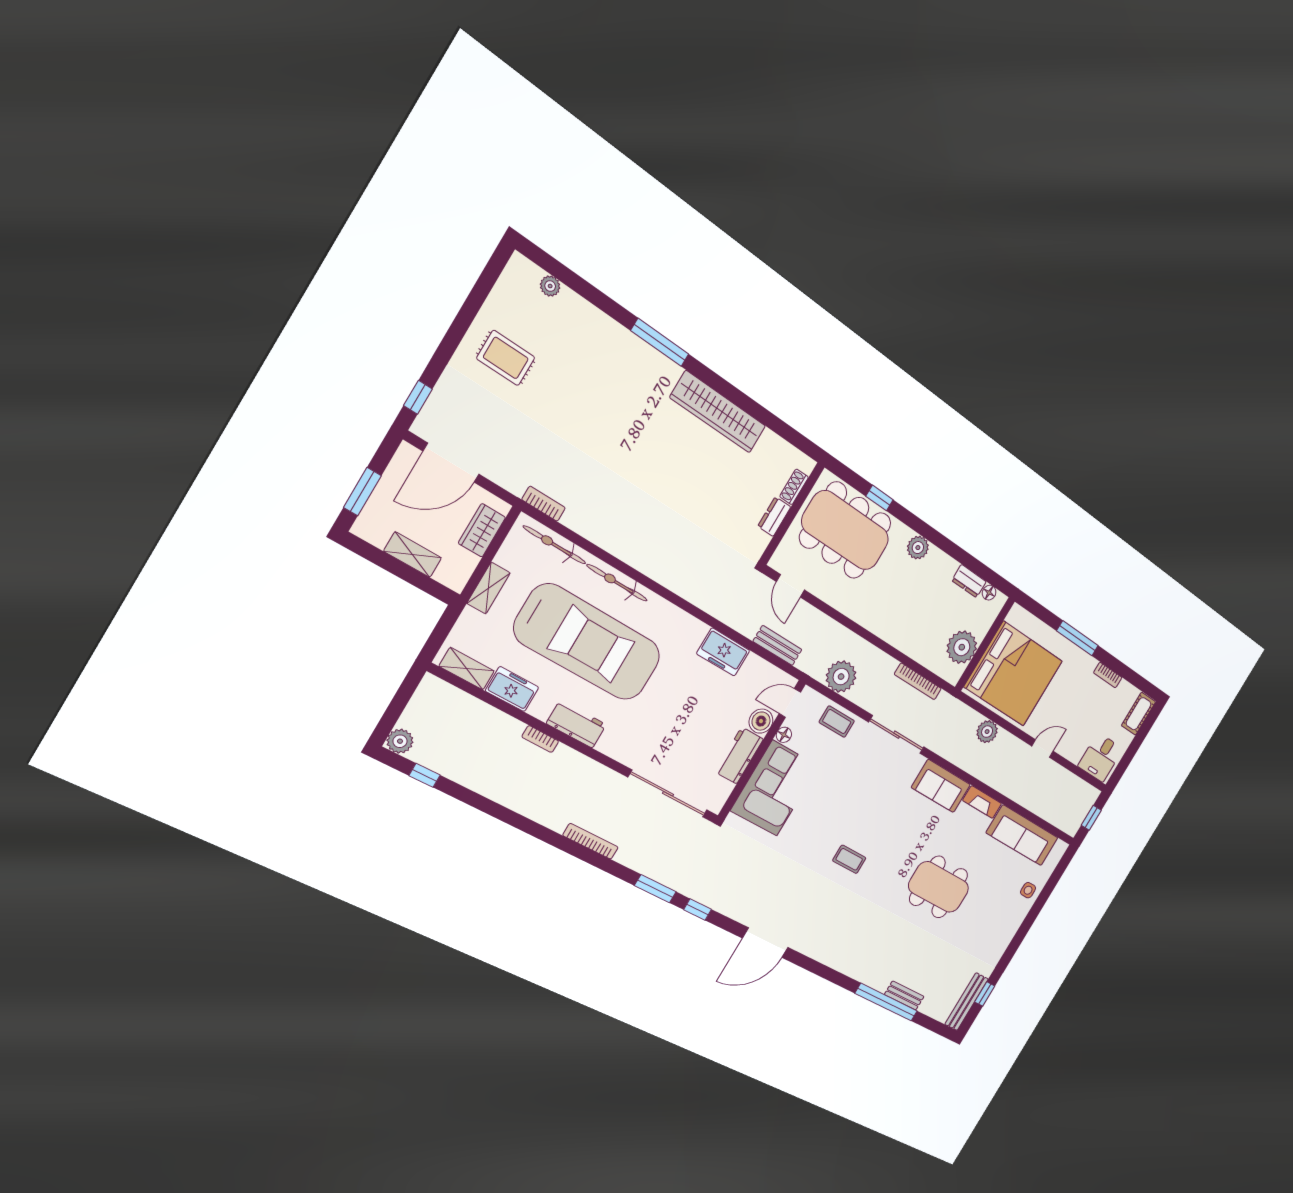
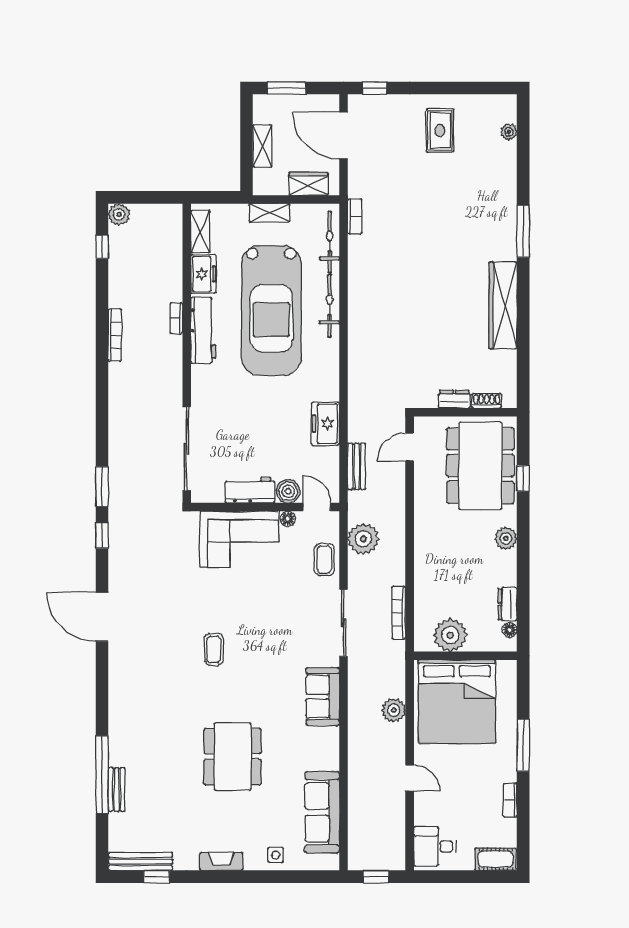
workbench: (576, 724) -> (203, 330), width x1.37
fireplace: (982, 802) -> (221, 861), moved, turned 90
bookcase: (591, 841) -> (115, 335), moved

